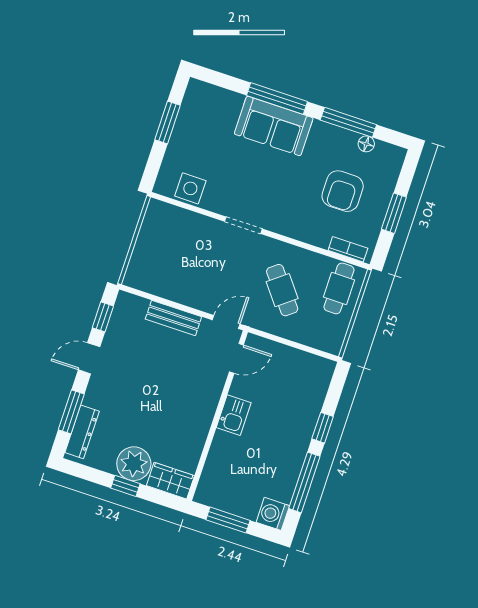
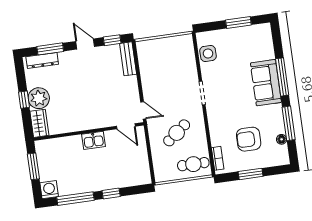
bench: (173, 318) -> (128, 59), moved

